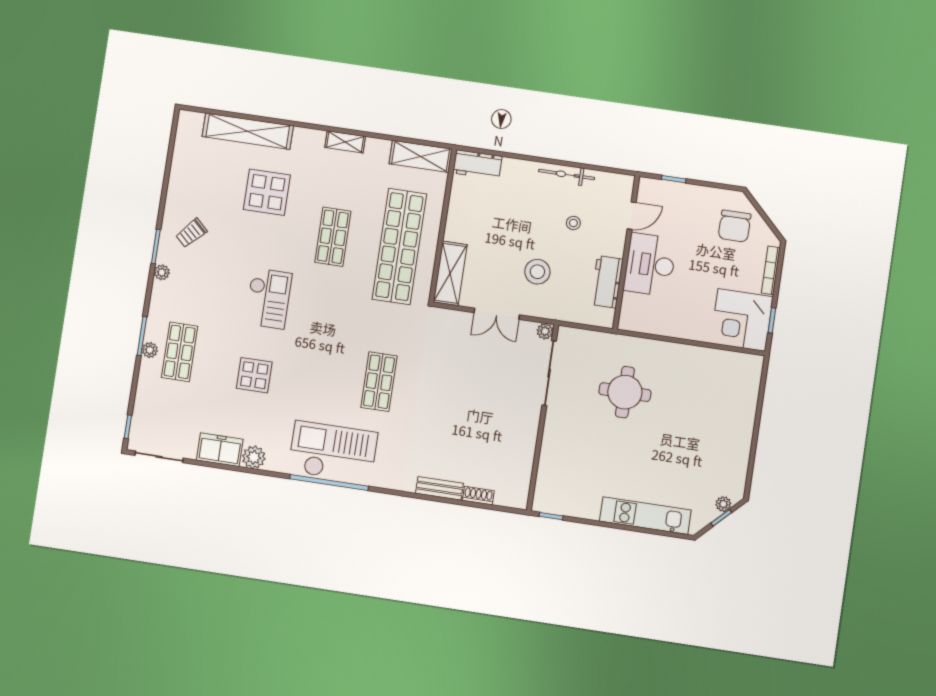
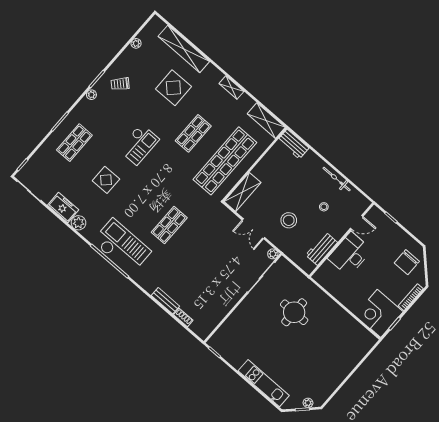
plant: (150, 350) -> (136, 43), moved

